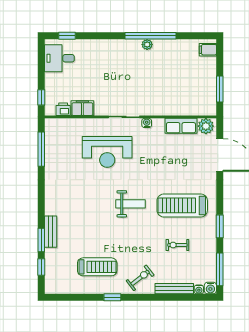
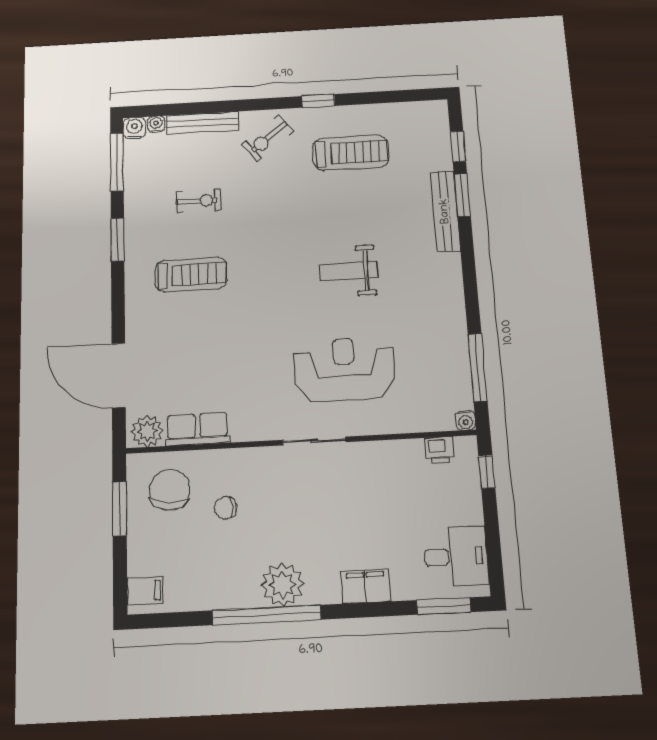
window: (67, 36) -> (444, 606), width x1.50
plant: (147, 45) -> (283, 585), width x1.88, depth x1.88
chair: (168, 87) -> (226, 508), added
chair: (195, 97) -> (170, 490), added
filing cabinet: (82, 108) -> (366, 586), moved, turned 180
water cooler: (147, 123) -> (466, 421), moved
weight bench: (131, 204) -> (349, 271), moved
treadmill: (182, 205) -> (191, 274), width x0.73, depth x0.73
bench: (51, 232) -> (445, 211), width x1.36
treadmill: (97, 267) -> (351, 153), turned 180

